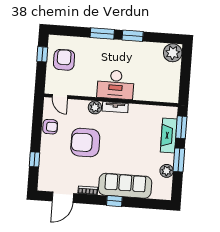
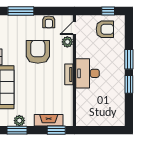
plant: (173, 53) -> (117, 119), removed
plant: (95, 107) -> (67, 42), moved
window: (35, 159) -> (21, 11), width x2.17
window: (179, 160) -> (17, 130), moved

